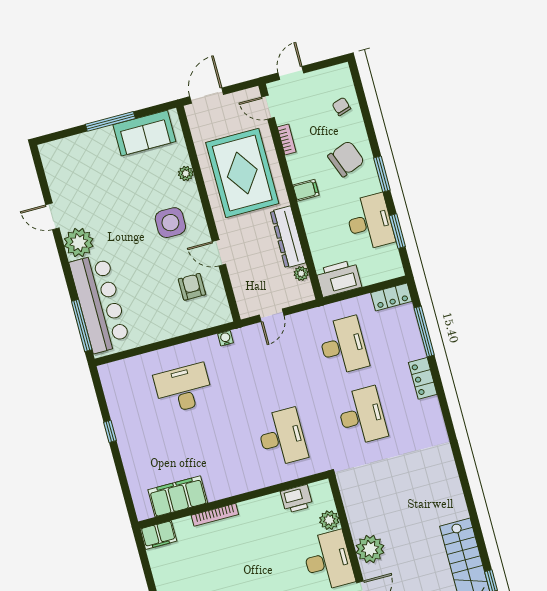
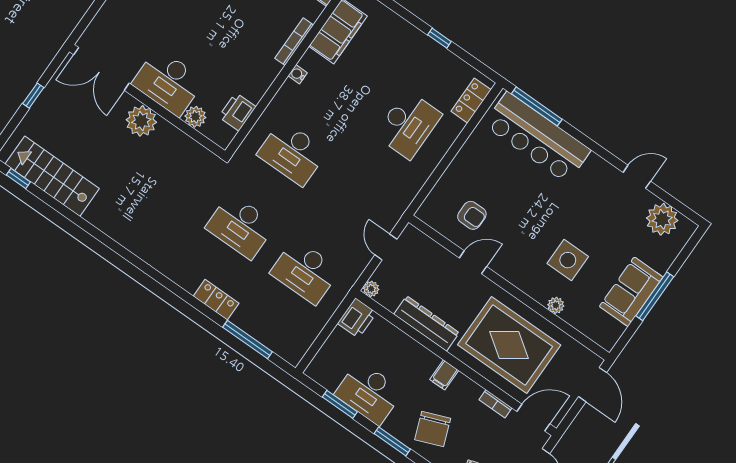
door: (268, 107) -> (533, 418), width x1.38
sofa: (144, 133) -> (631, 292), moved
side table: (170, 223) -> (568, 260), moved
plant: (79, 243) -> (662, 219), moved
plant: (301, 273) -> (371, 289), moved
printer: (339, 278) -> (357, 318), width x0.73, depth x0.84
locker: (391, 297) -> (471, 101), moved
water cooler: (226, 338) -> (298, 74), moved, turned 180

